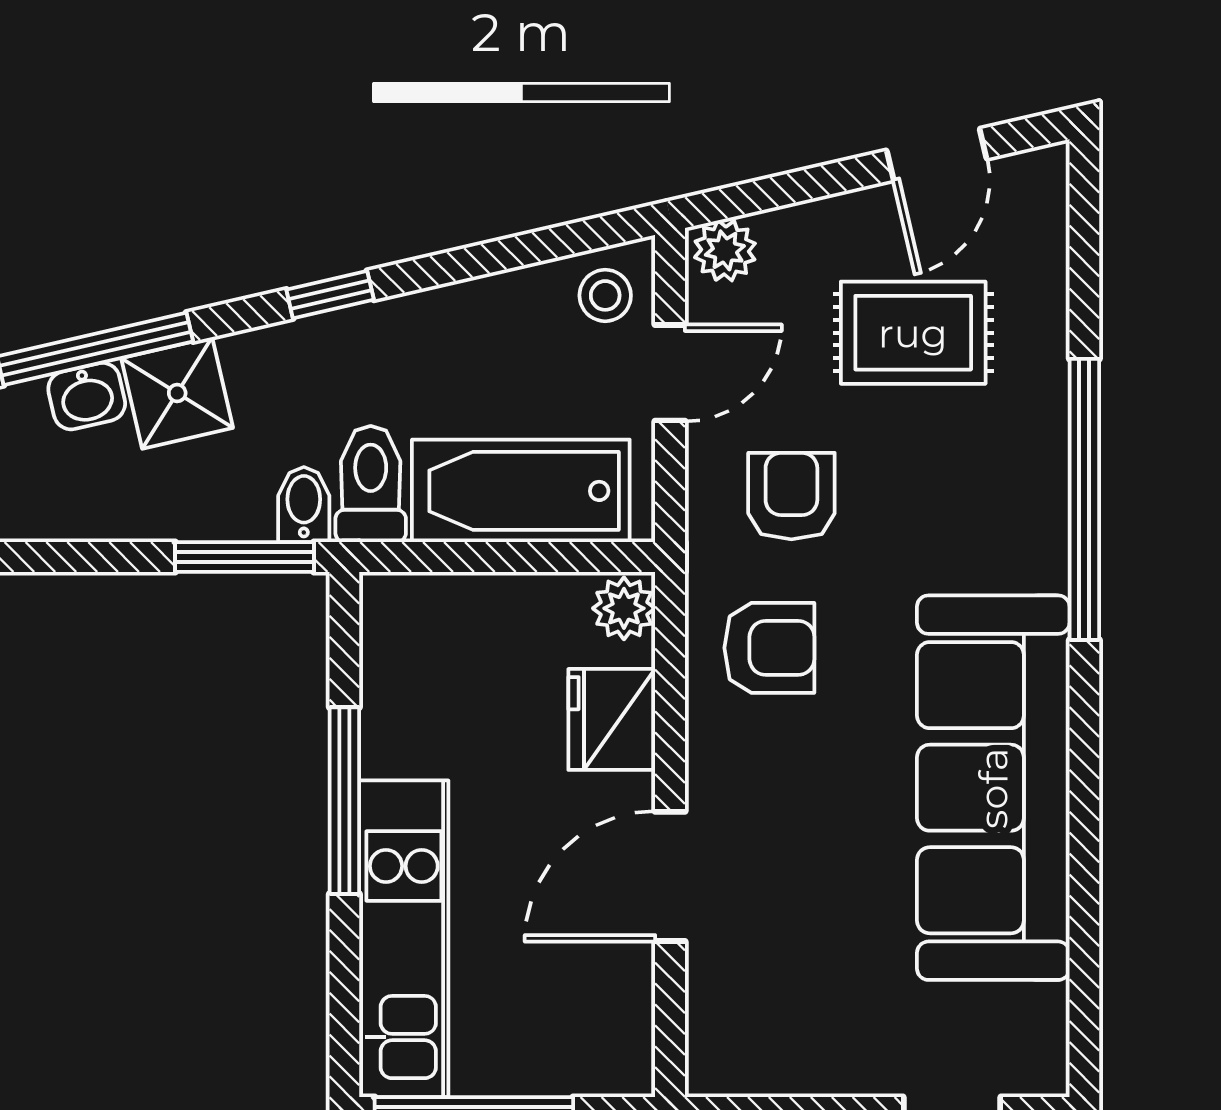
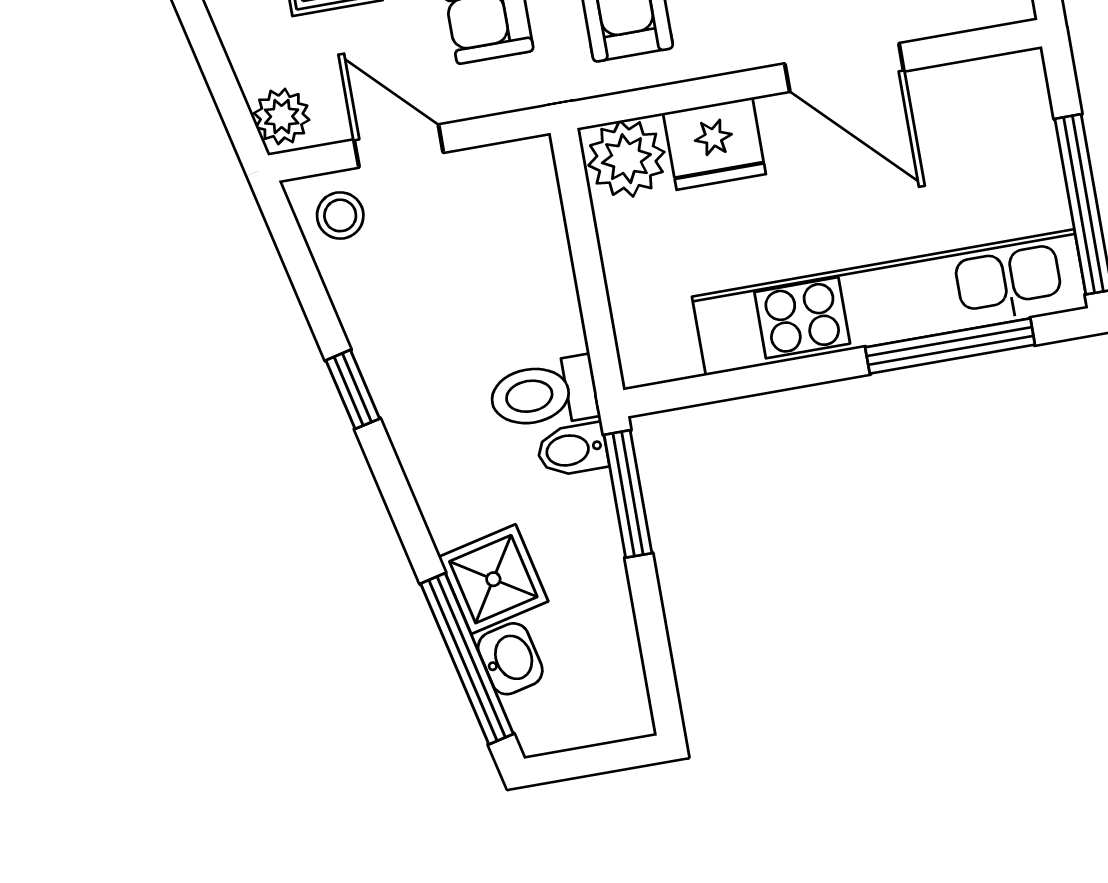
window: (330, 295) -> (353, 389), moved
bathtub: (521, 491) -> (526, 260), removed
plant: (624, 608) -> (626, 159), width x1.38, depth x1.38
window: (344, 801) -> (950, 346), moved
kitchen unit: (404, 939) -> (890, 302), width x1.36

